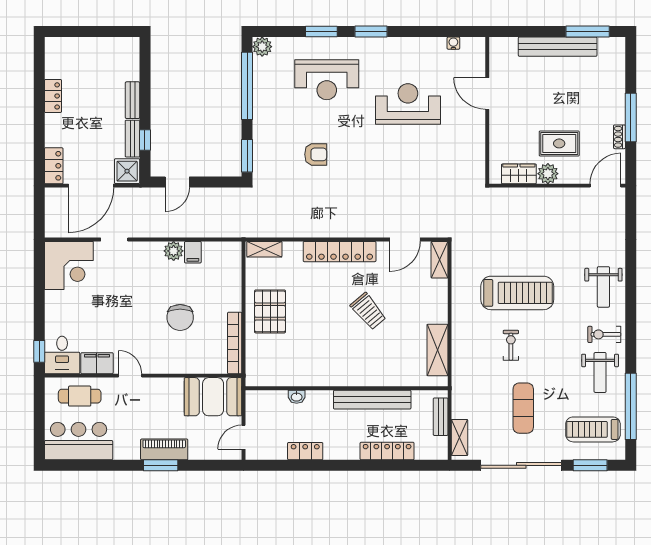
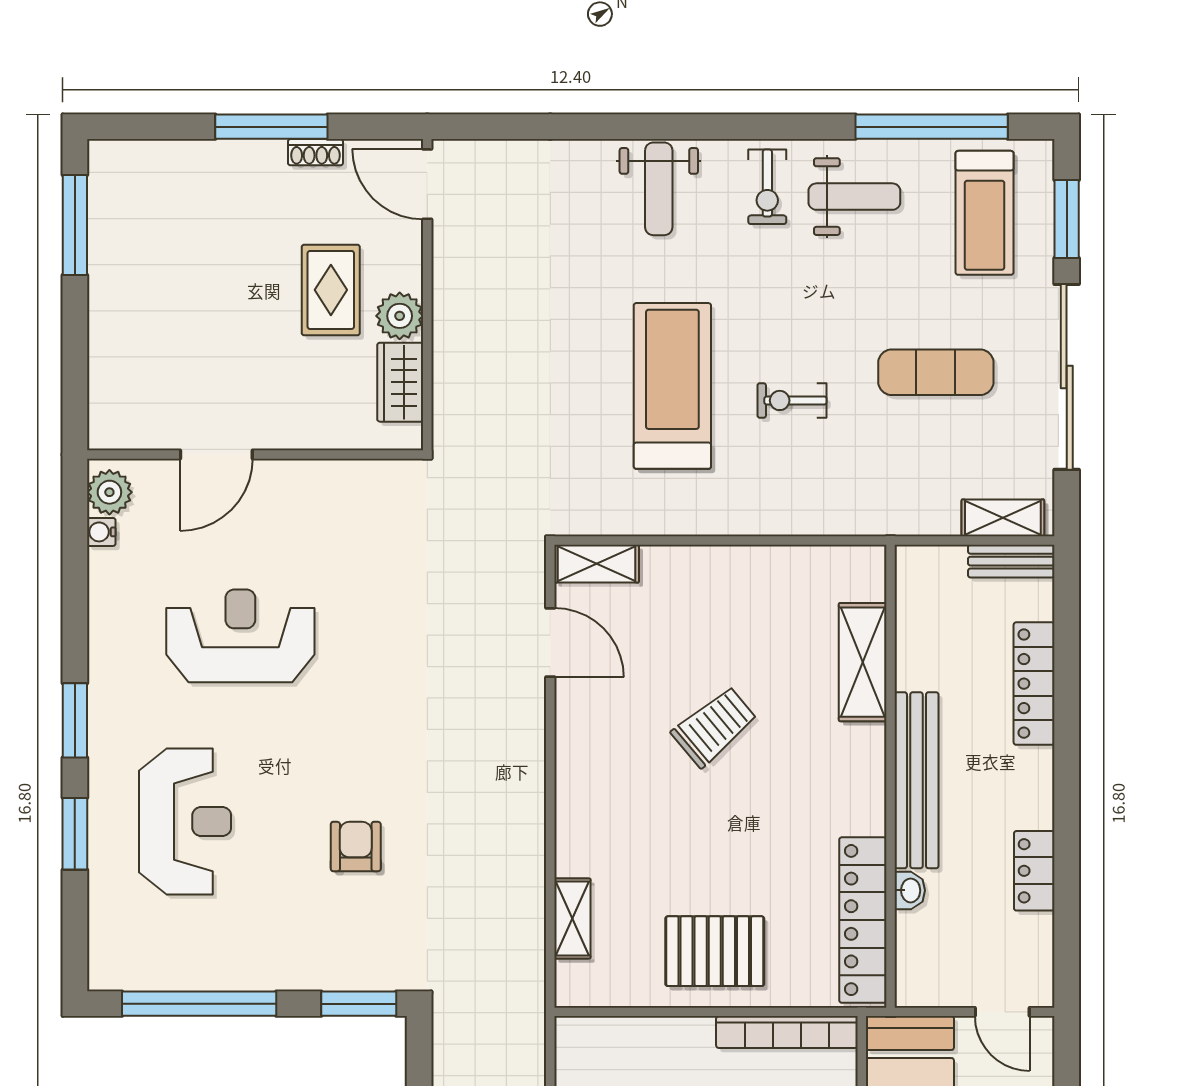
plant: (262, 47) -> (109, 492), moved
bench: (558, 47) -> (109, 294), removed
reception desk: (408, 104) -> (240, 636), turned 90
shelving: (264, 249) -> (572, 919), moved
locker: (340, 252) -> (863, 920), moved, turned 180
weight bench: (603, 287) -> (659, 189), turned 90
shelving: (437, 350) -> (863, 662), moved, turned 90
bench: (372, 400) -> (916, 780), moved
bench: (441, 417) -> (1011, 561), moved

